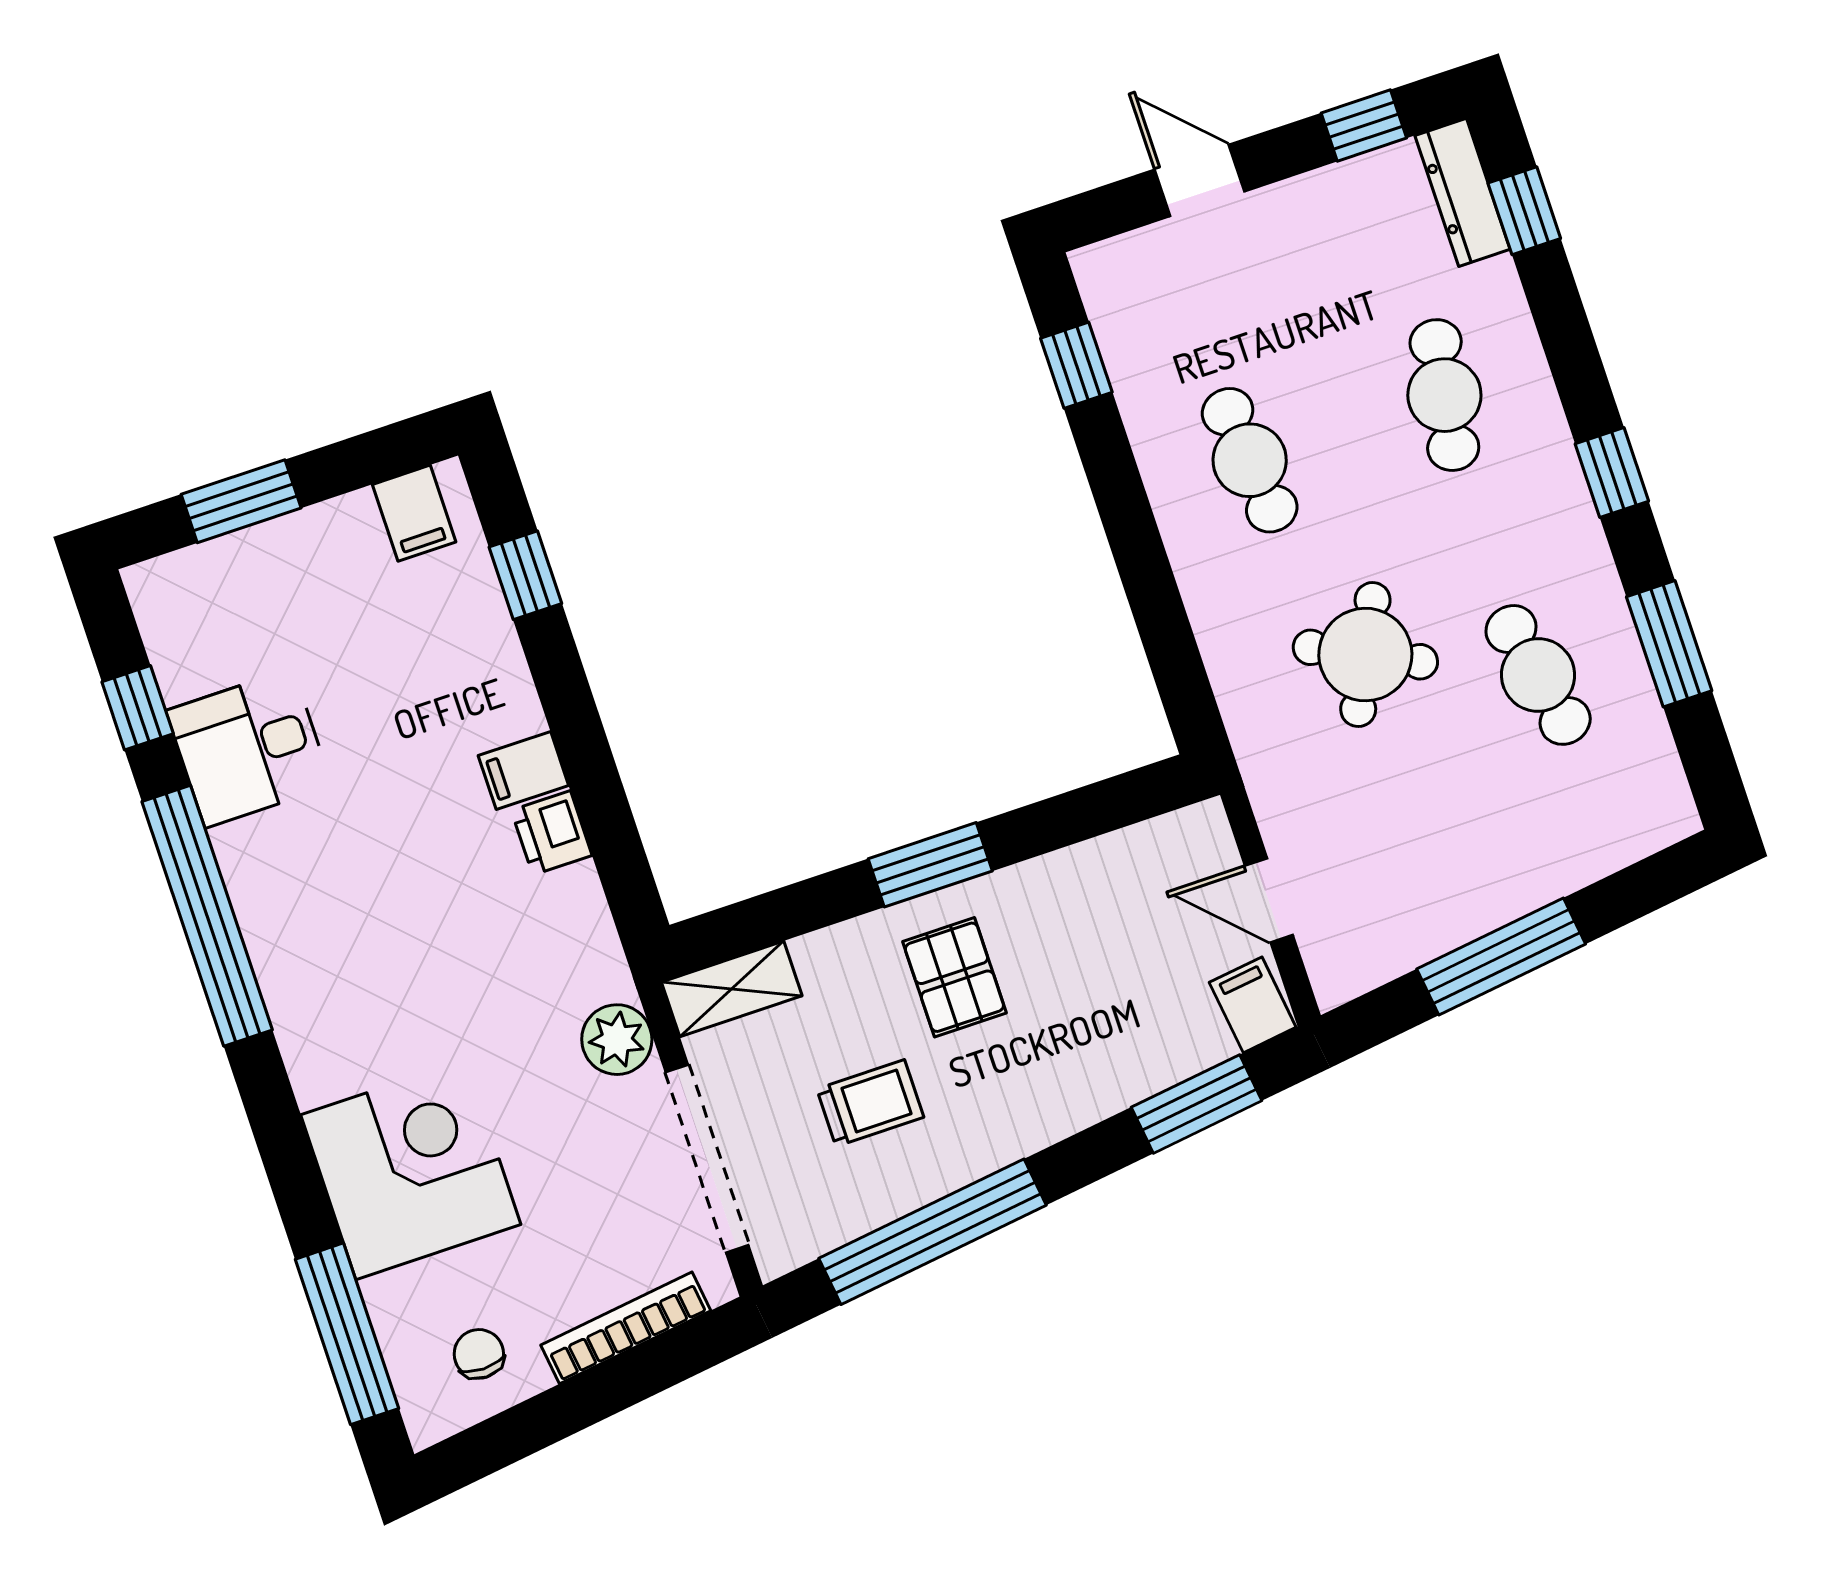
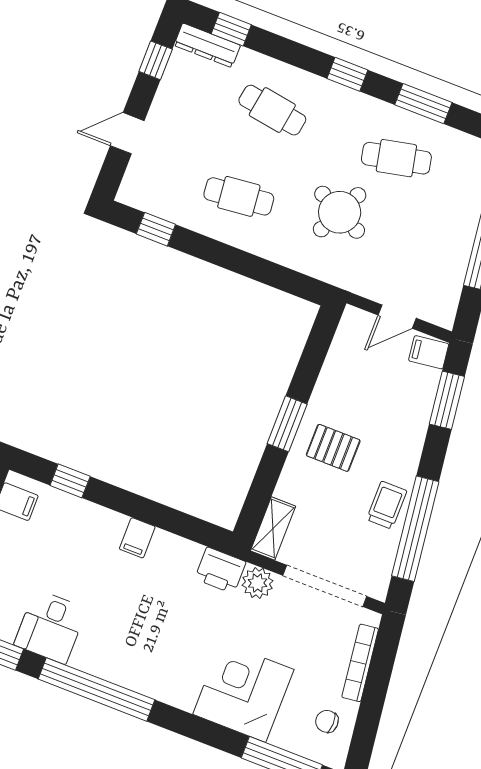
printer: (552, 833) -> (220, 570), moved, width x1.36, depth x1.24
trolley: (870, 1103) -> (387, 505), moved

